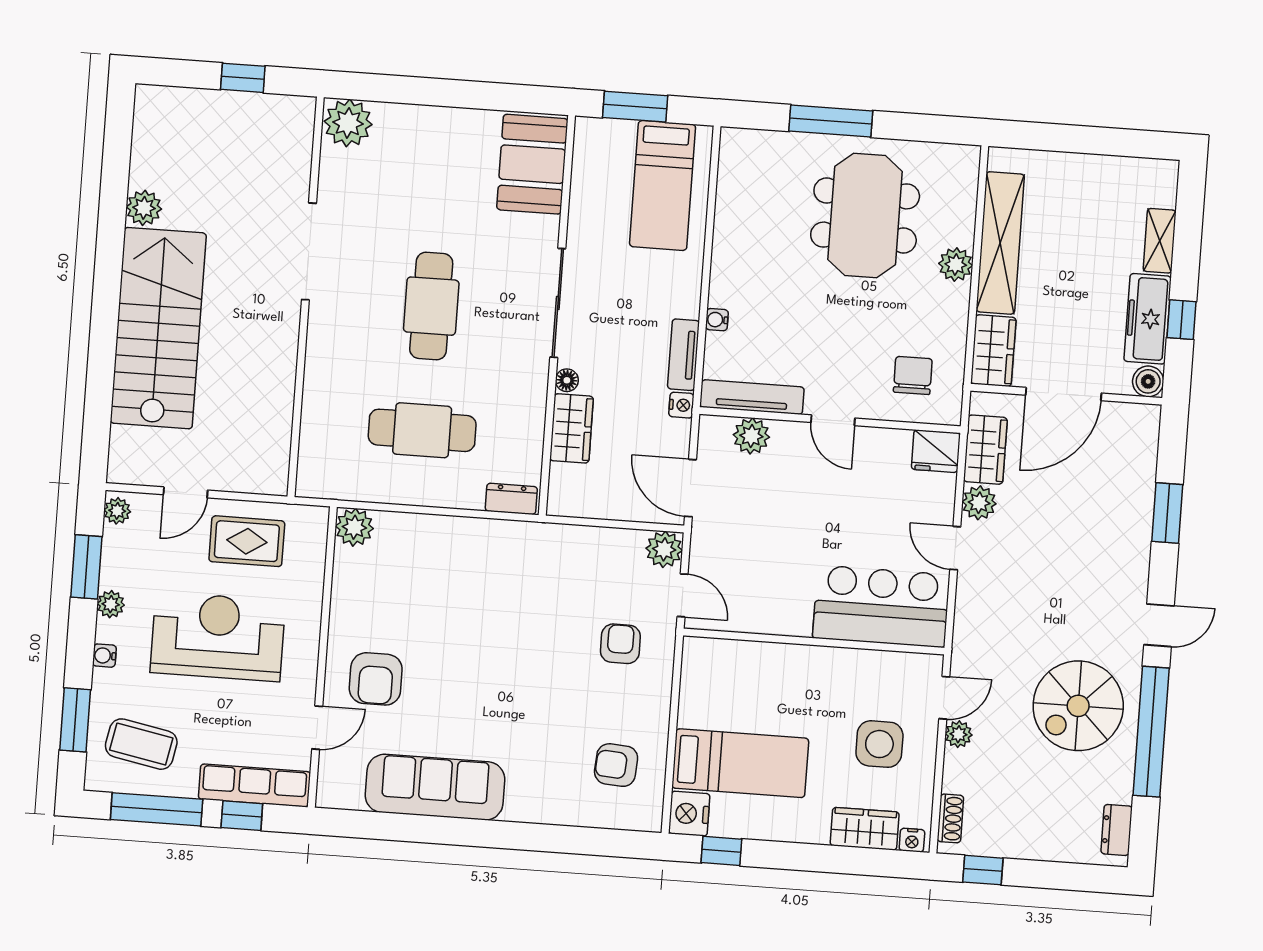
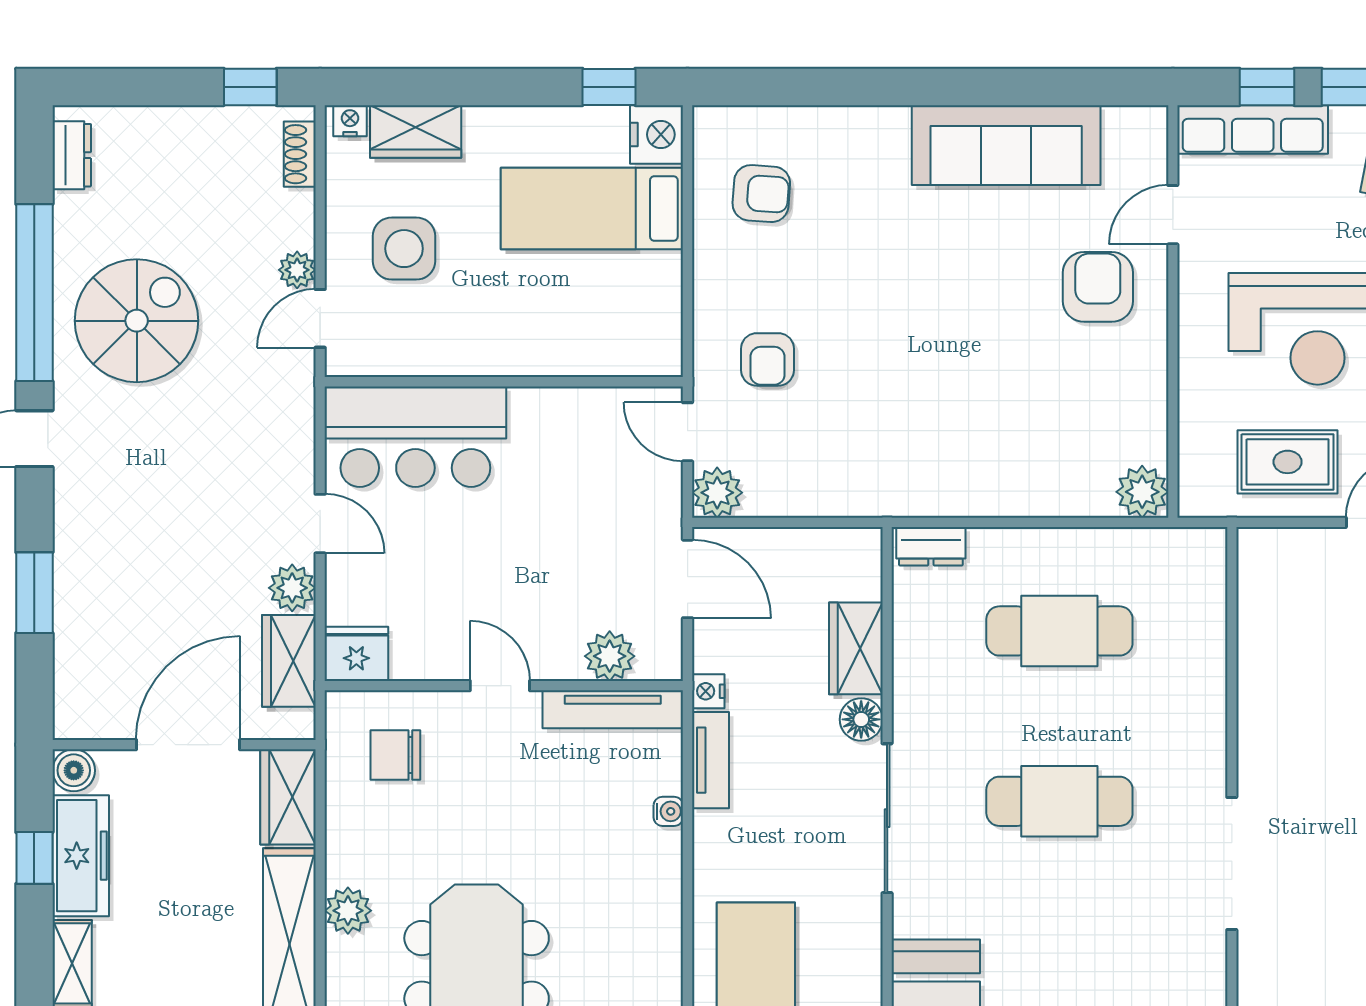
cafe table: (431, 306) -> (1059, 801), turned 90
chair: (913, 375) -> (395, 755), turned 90
floor lamp: (567, 380) -> (861, 719), width x1.37, depth x1.37

